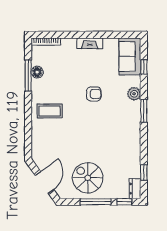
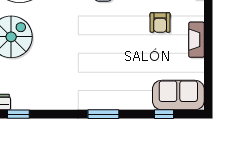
armchair: (94, 94) -> (160, 22), moved
plant: (134, 94) -> (127, 101), removed

